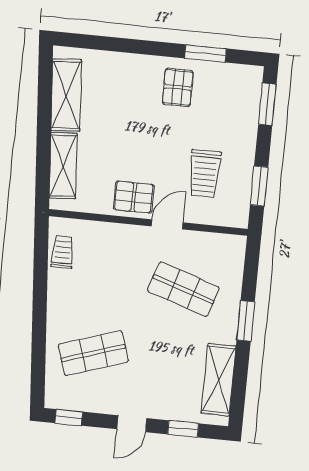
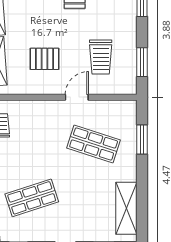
pallet: (134, 197) -> (45, 59), moved
window: (246, 321) -> (142, 140), moved

